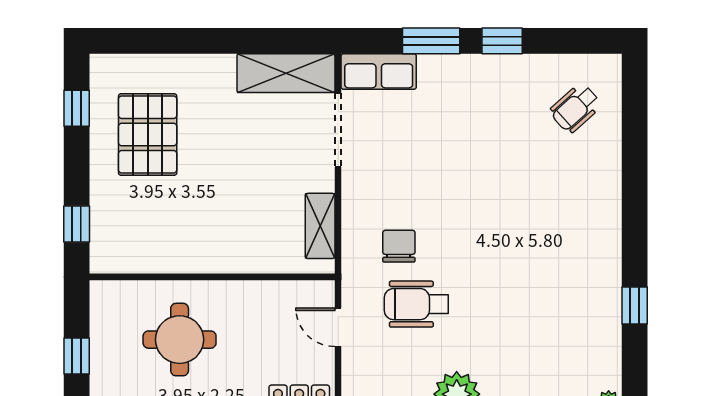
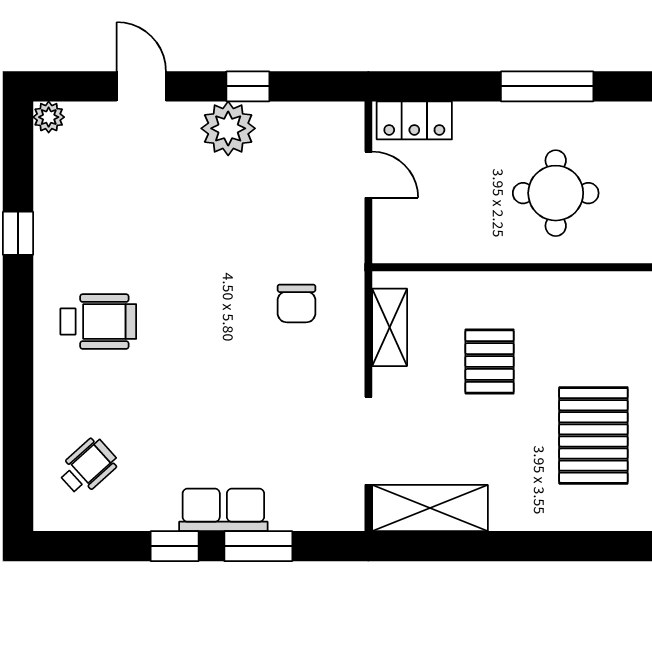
row of seats: (379, 72) -> (223, 510), moved
pallet: (236, 197) -> (490, 362), added
wheelchair: (416, 304) -> (98, 322), moved
door: (338, 327) -> (368, 175), moved

